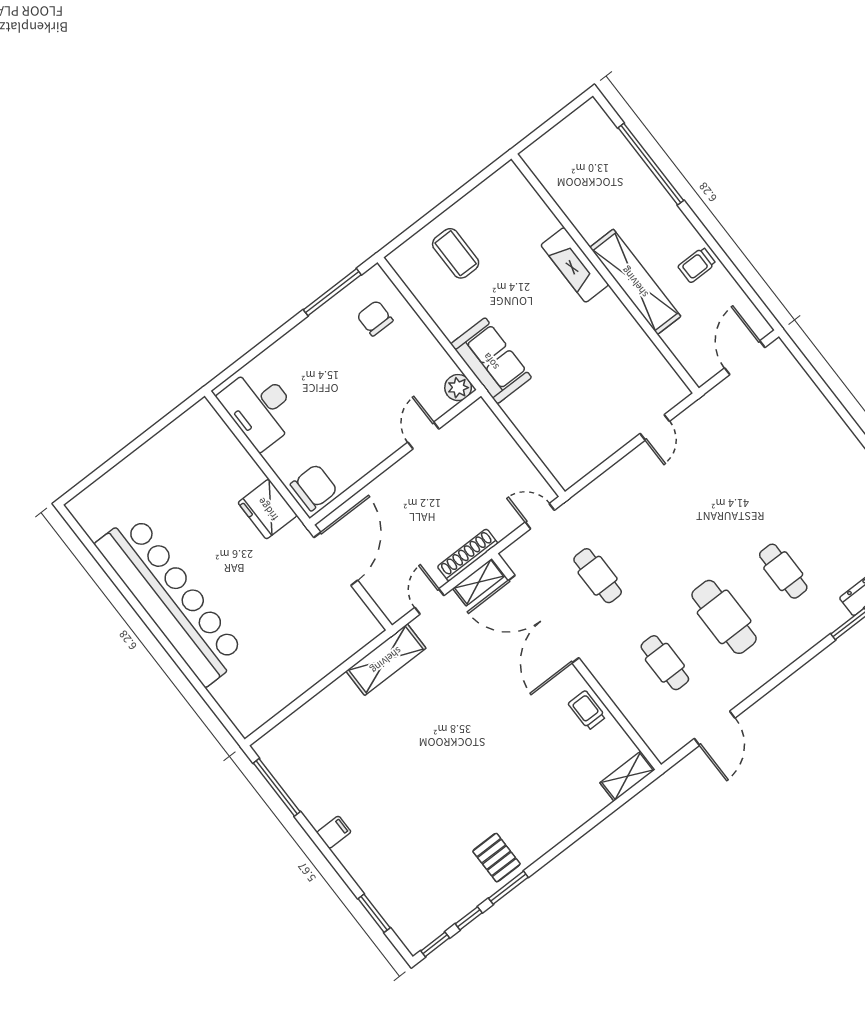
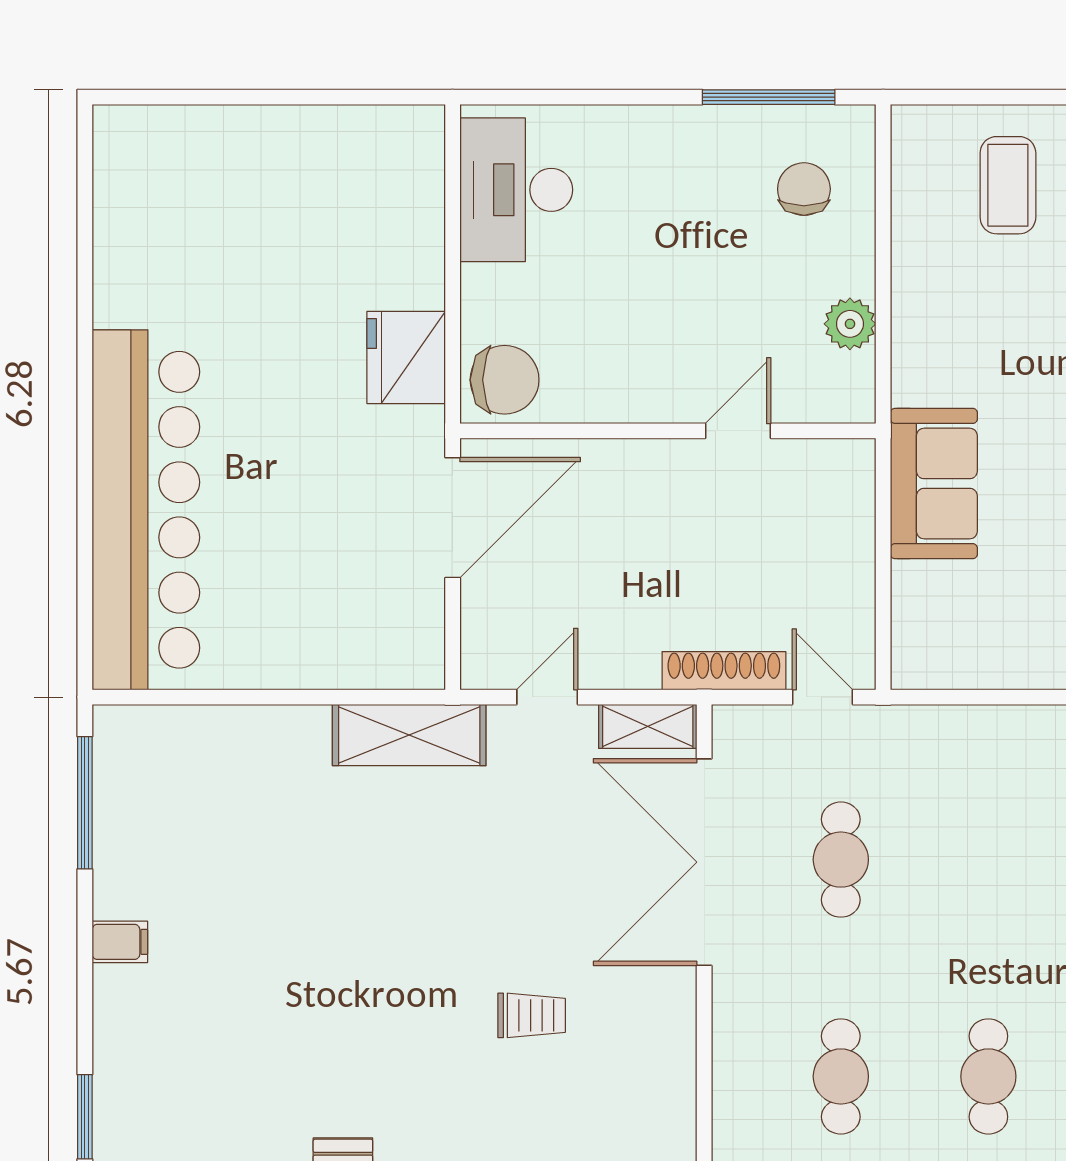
sofa: (491, 361) -> (934, 484), moved
plant: (458, 388) -> (850, 324), moved
shoe rack: (468, 555) -> (724, 671), moved
bar counter: (171, 600) -> (146, 510), moved
cafe table: (724, 617) -> (988, 1076), width x0.73, depth x0.74
trolley: (587, 710) -> (532, 1015), moved, turned 90

